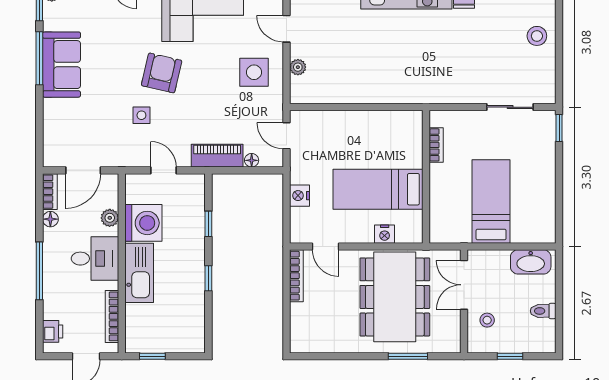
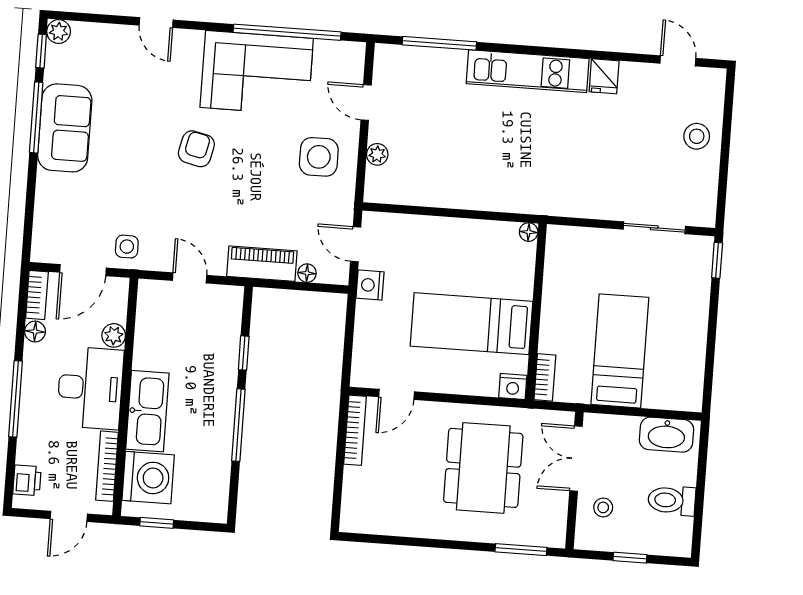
armchair: (162, 73) -> (196, 149), width x0.72, depth x0.72
side table: (141, 115) -> (127, 247), moved
floor lamp: (416, 117) -> (529, 232), added
bookcase: (436, 145) -> (545, 377), moved
nightstand: (300, 196) -> (370, 285), moved
washing machine: (143, 223) -> (148, 478), moved
nightstand: (385, 234) -> (513, 386), moved
door: (326, 246) -> (397, 394), hinge flipped
desk: (95, 259) -> (90, 388), width x1.37
window: (208, 278) -> (238, 425), width x2.17
dining table: (395, 297) -> (483, 468), width x0.73, depth x0.80
toilet: (543, 311) -> (672, 500), width x1.37, depth x1.39
window: (408, 356) -> (521, 550), moved

